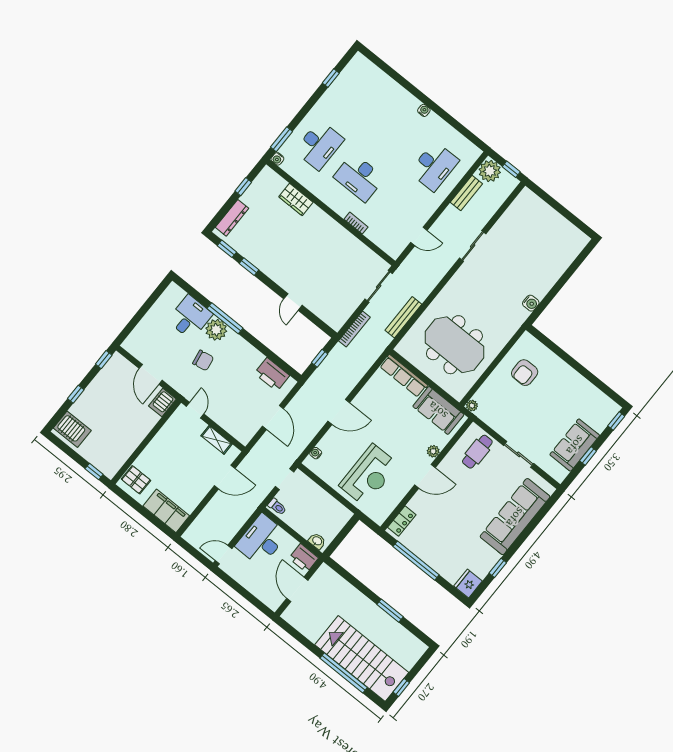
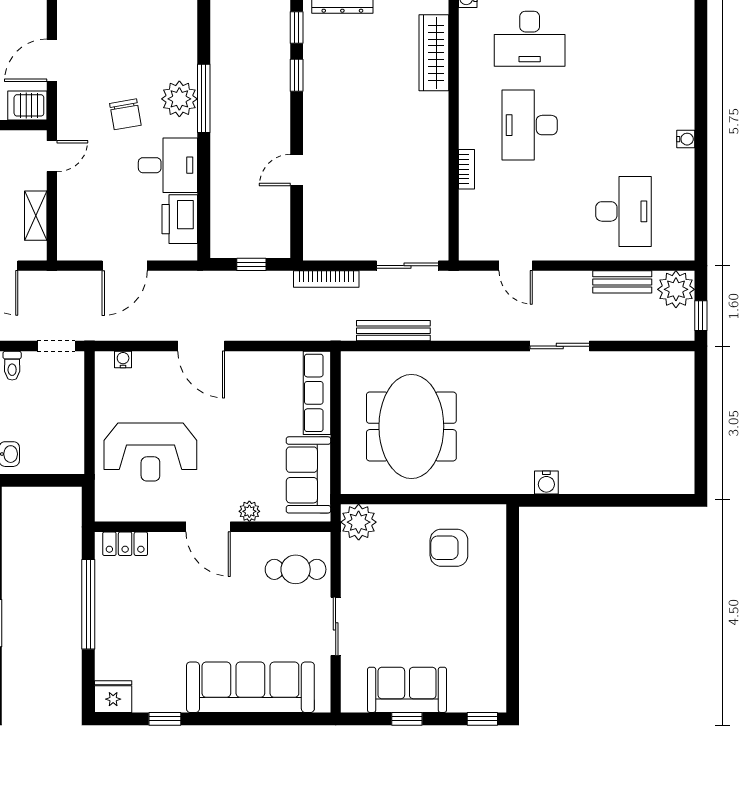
desk: (434, 166) -> (624, 211), turned -90
wardrobe: (296, 199) -> (434, 53), width x1.50
desk: (190, 317) -> (168, 165), moved
plant: (472, 406) -> (359, 522), width x1.88, depth x1.88

